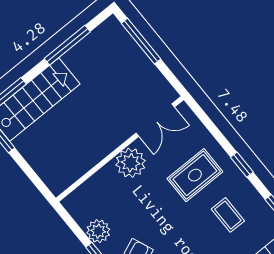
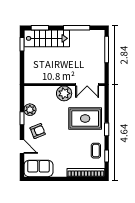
rug: (195, 175) -> (85, 118), width x1.36, depth x1.43
coffee table: (228, 215) -> (96, 151), moved

